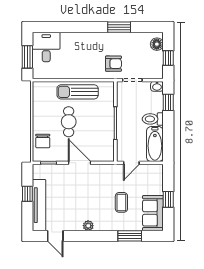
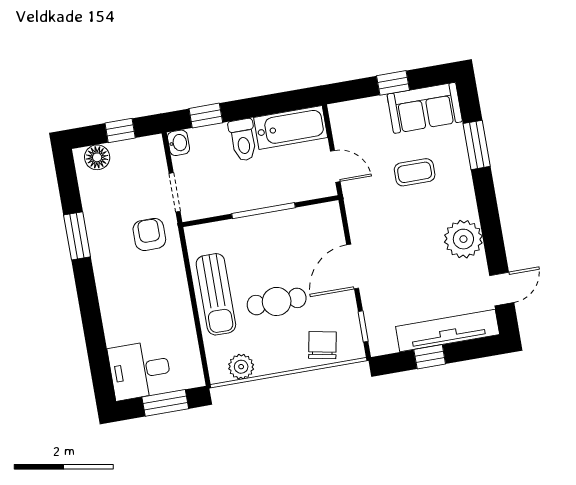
plant: (39, 98) -> (241, 367), added
chair: (43, 141) -> (322, 345), turned -79
plant: (88, 226) -> (463, 239), width x1.87, depth x1.87

